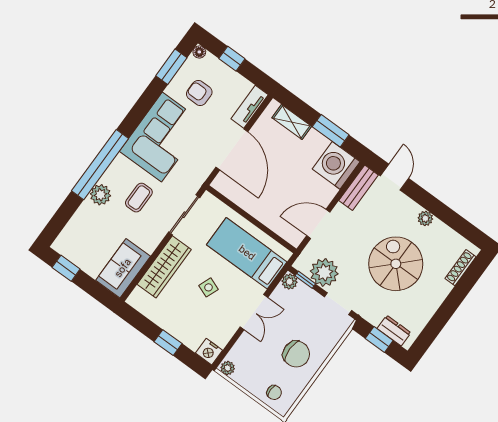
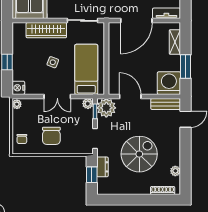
plant: (425, 218) -> (175, 171), moved
plant: (324, 272) -> (106, 108), moved
dresser: (394, 331) -> (102, 167), moved

